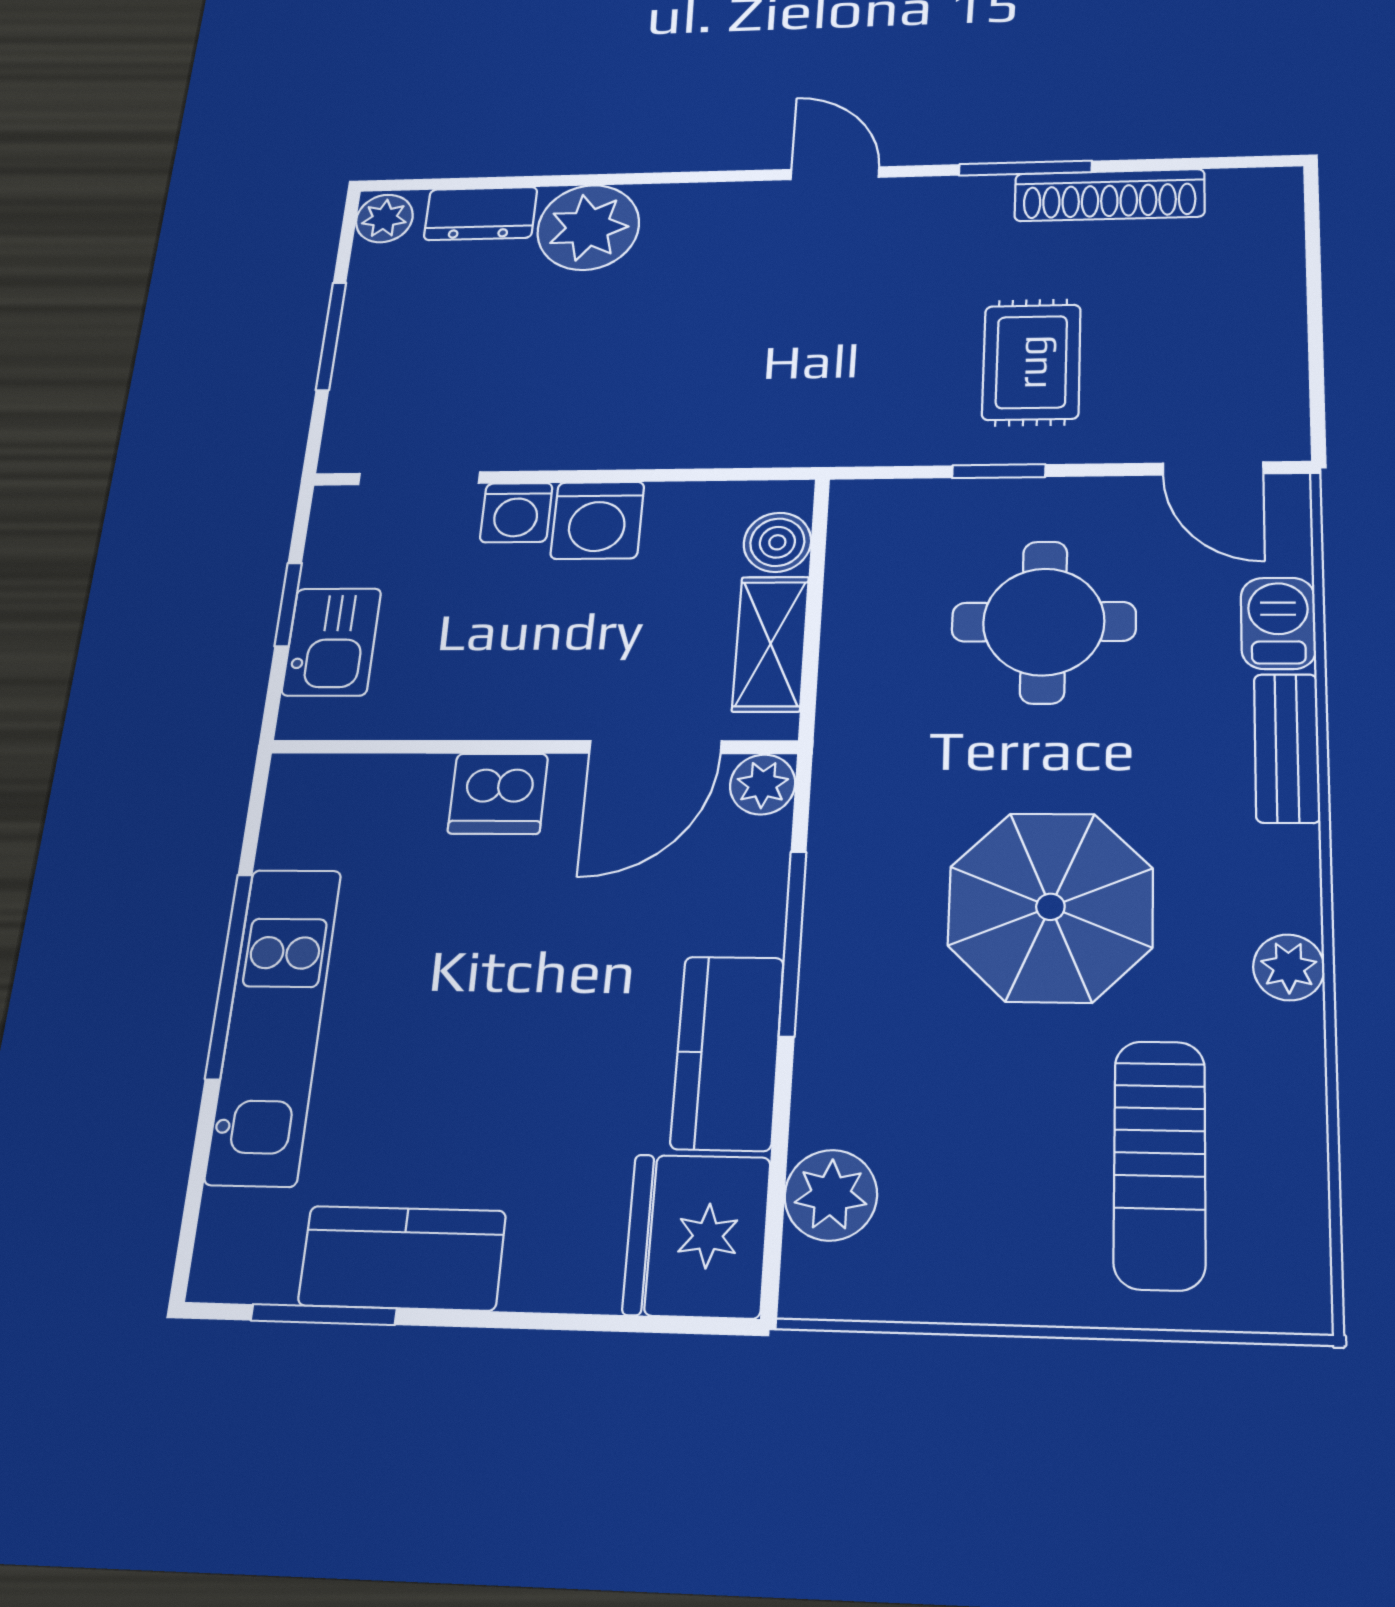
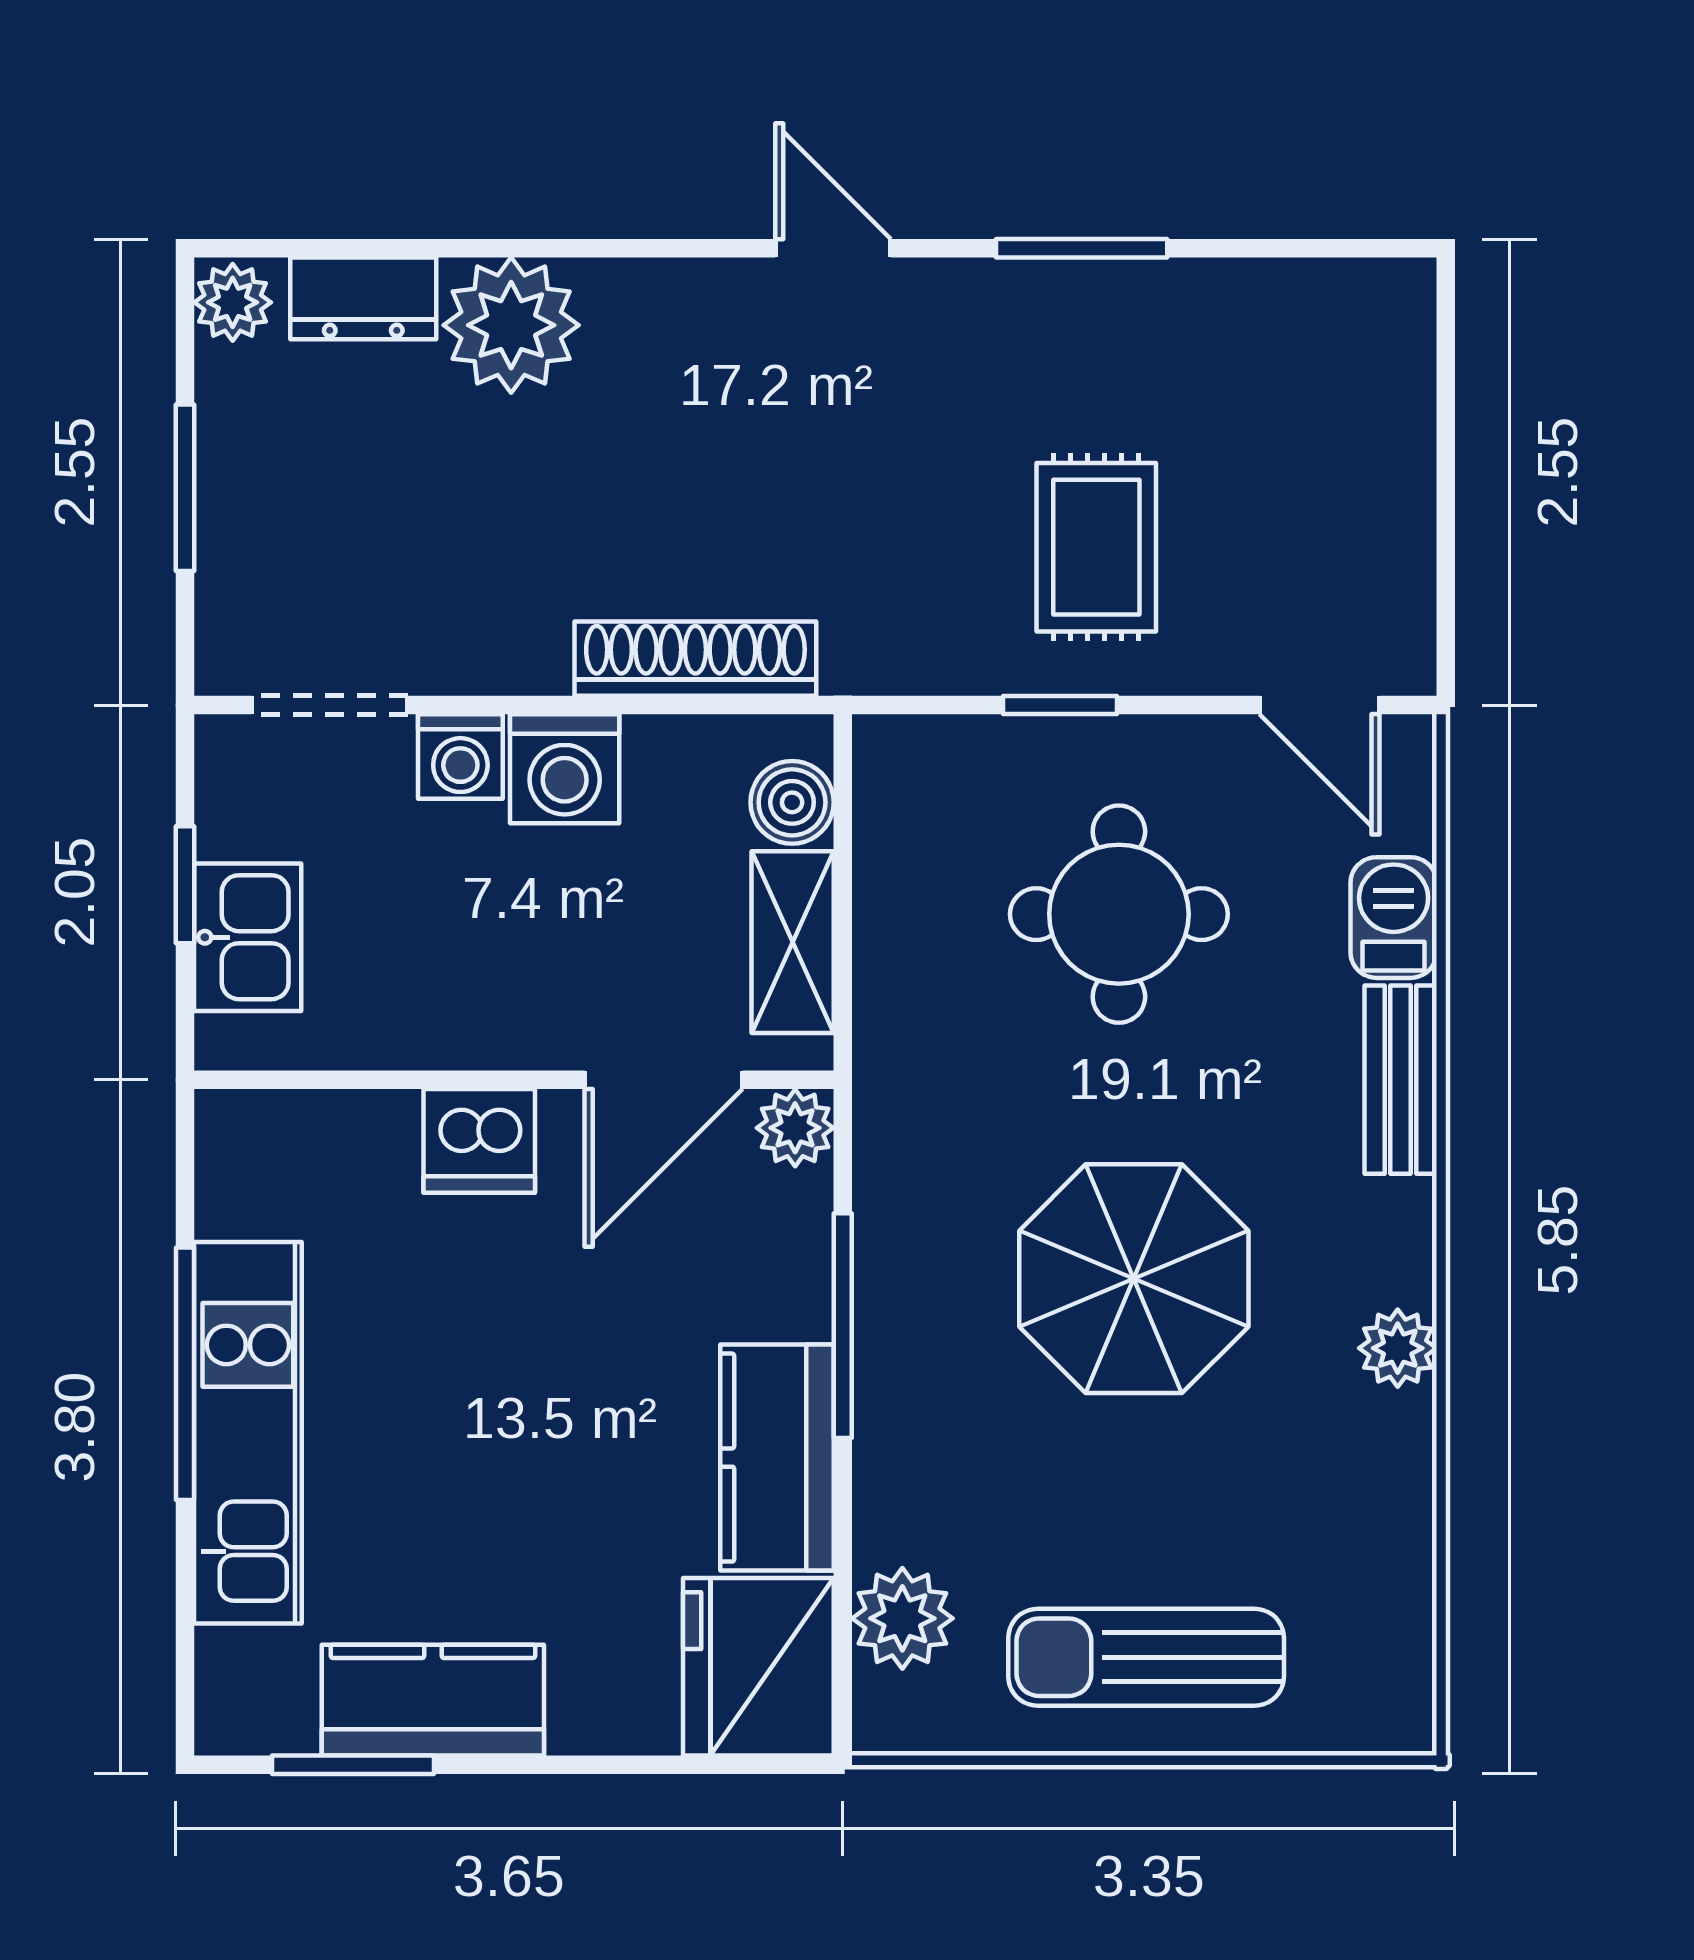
shoe rack: (1109, 195) -> (695, 659), moved, turned 180
sun lounger: (1160, 1164) -> (1146, 1657), moved, turned 90

